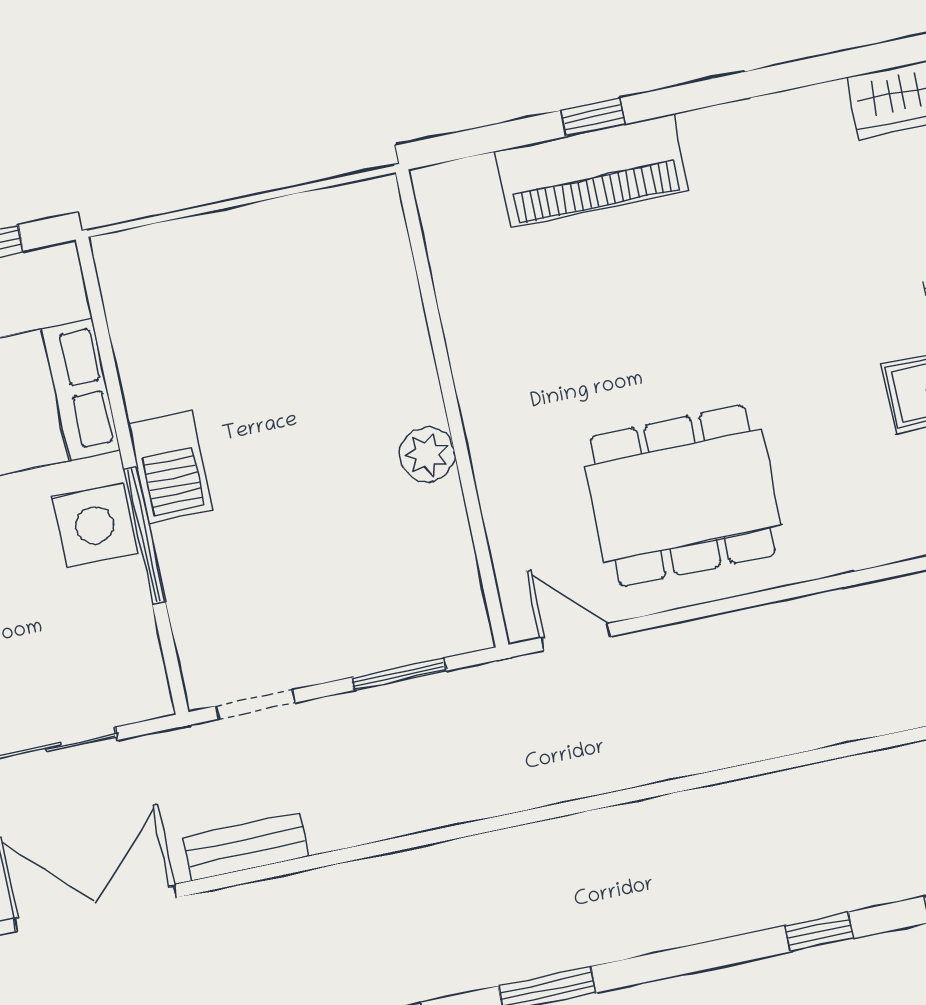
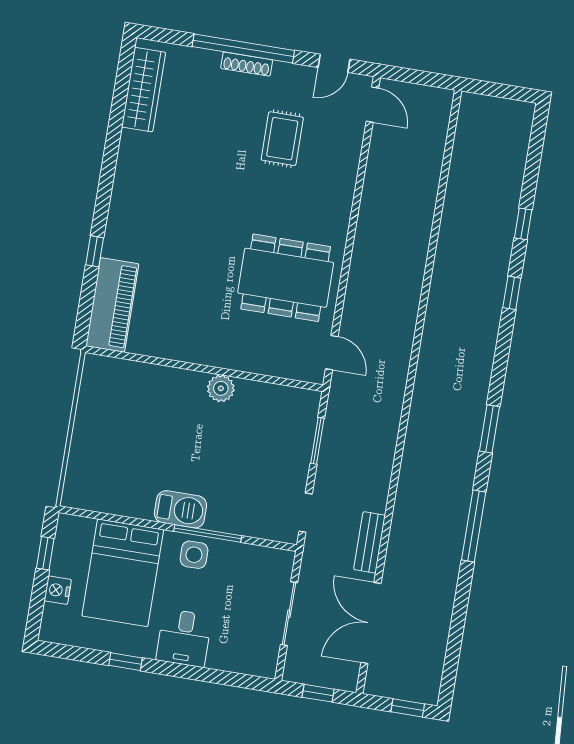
piano: (592, 171) -> (112, 305), moved
dining table: (683, 496) -> (286, 278), turned 90
side table: (95, 525) -> (194, 555), width x0.73, depth x0.73
door: (575, 637) -> (332, 353), swing flipped

